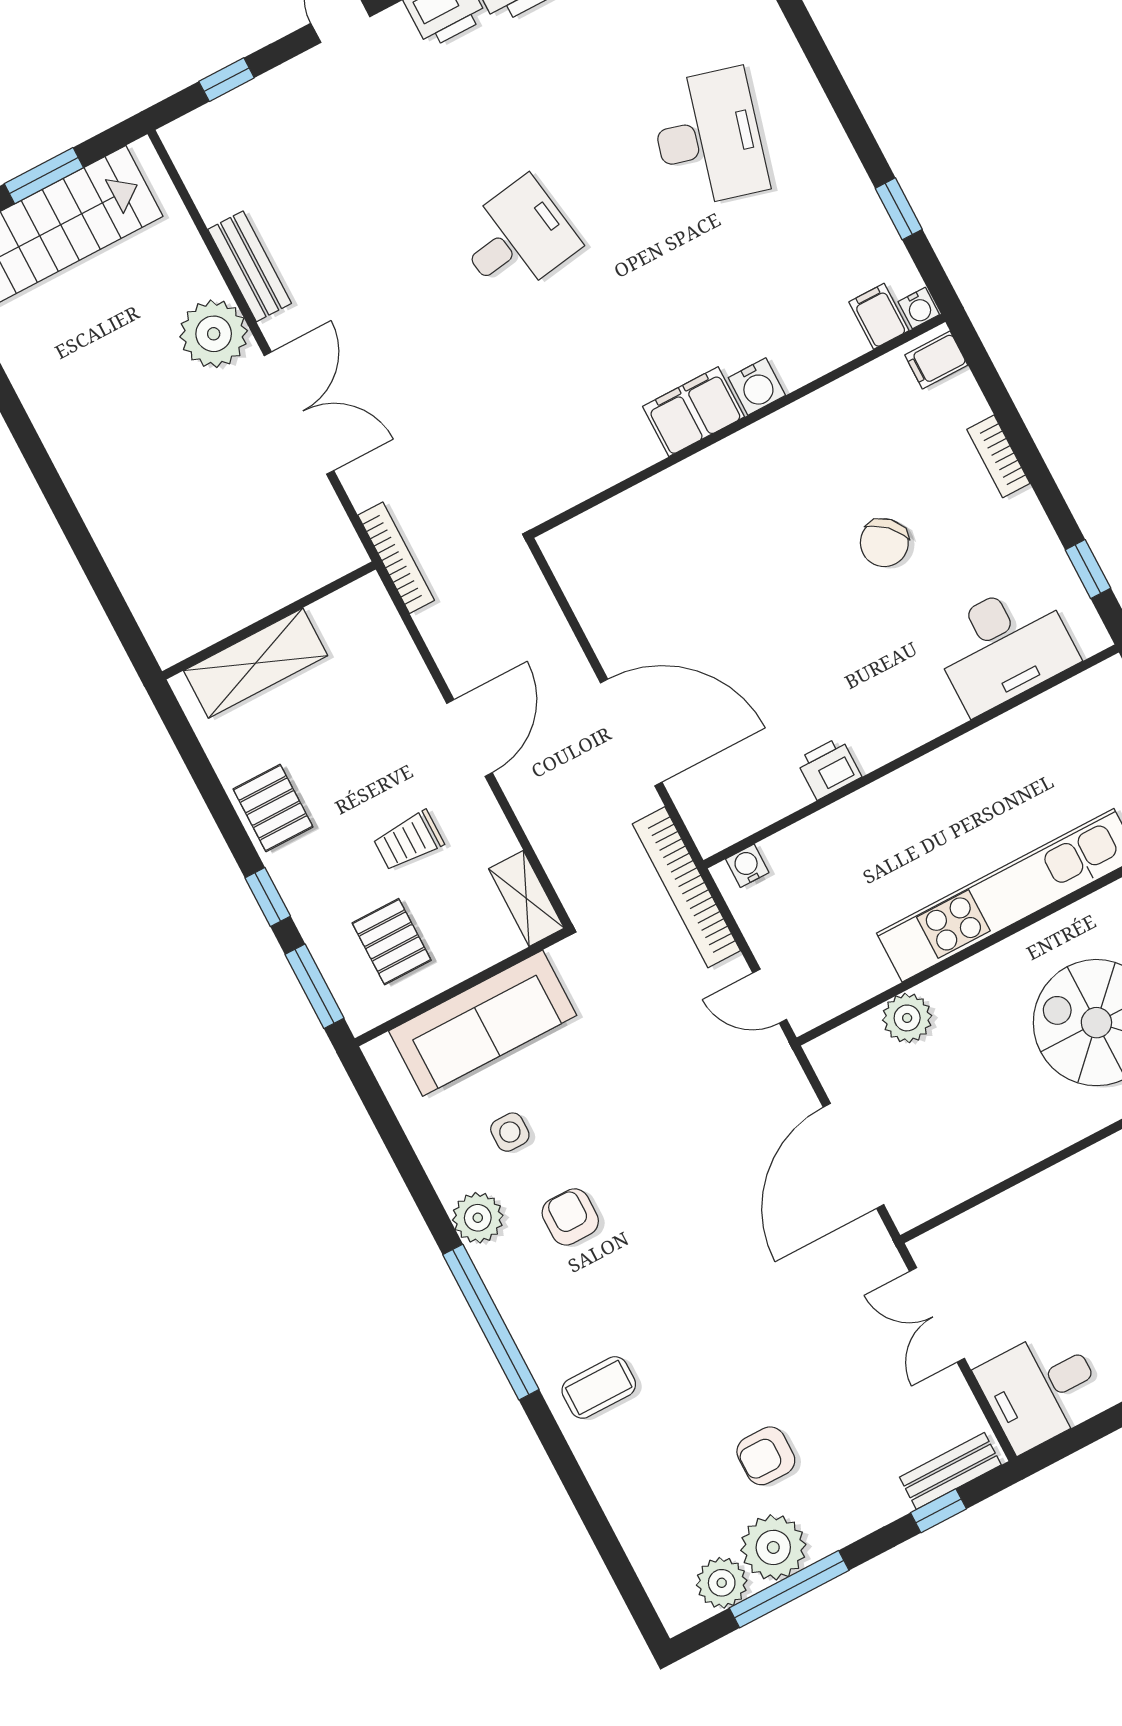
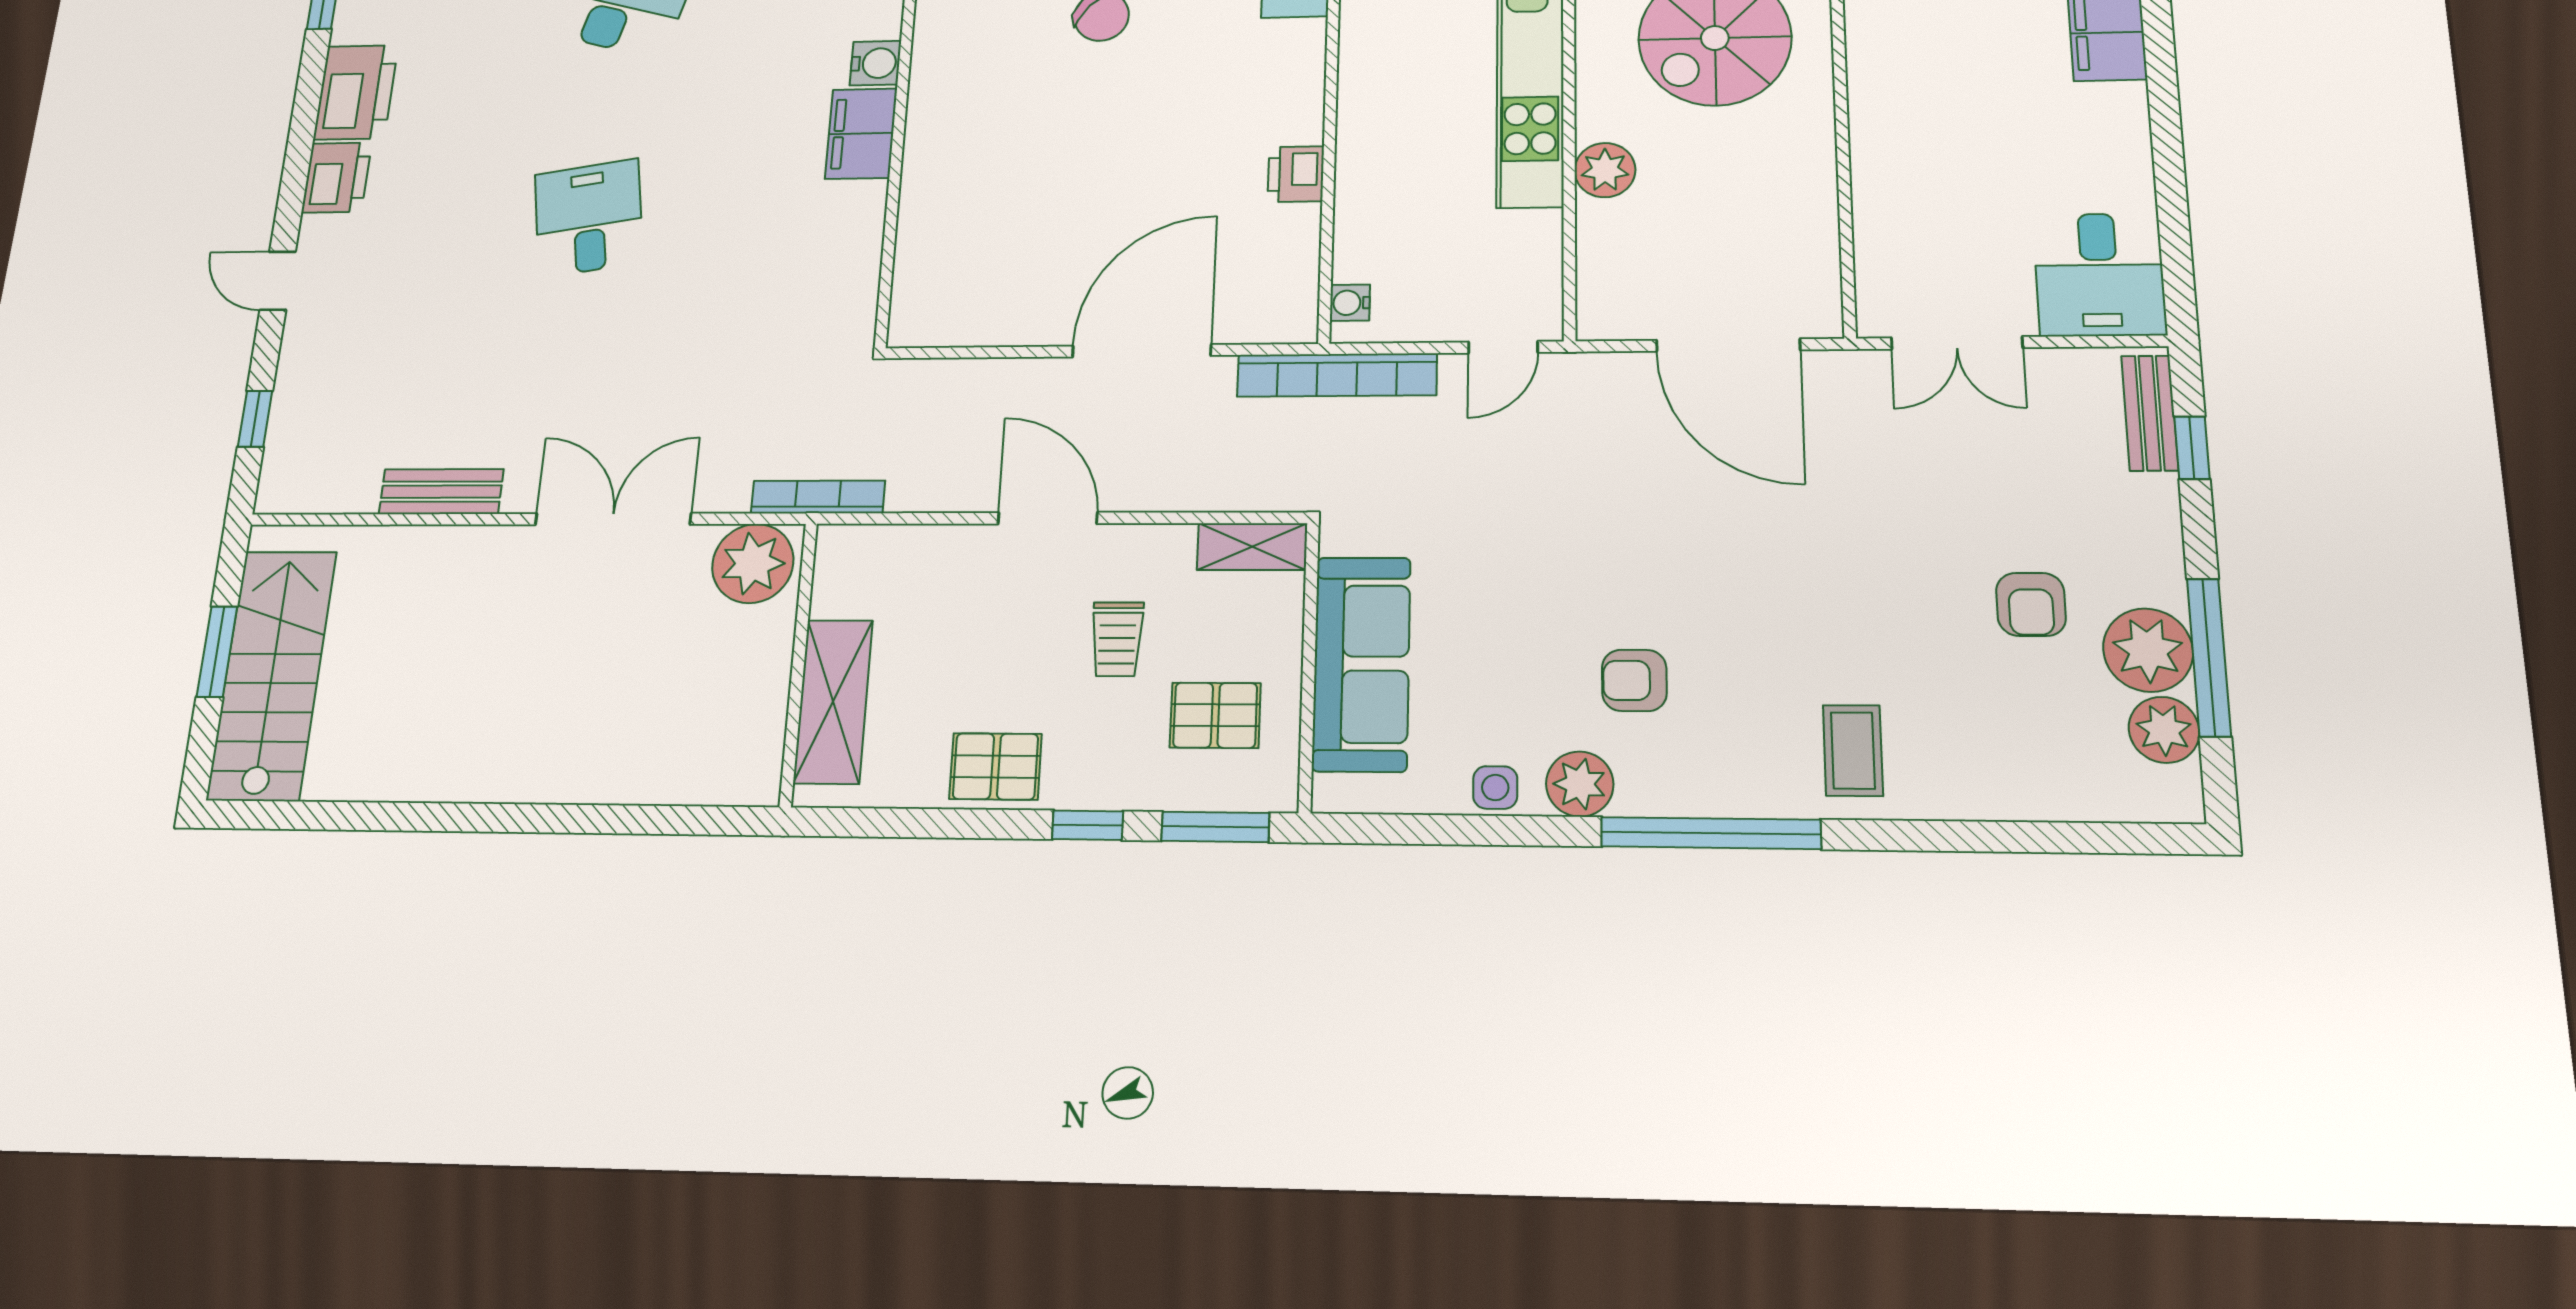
plant: (214, 334) -> (753, 563), moved
plant: (907, 1018) -> (1605, 170), moved
side table: (510, 1132) -> (1495, 788), moved

